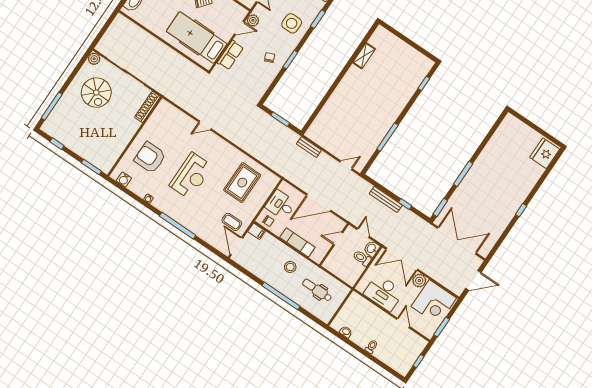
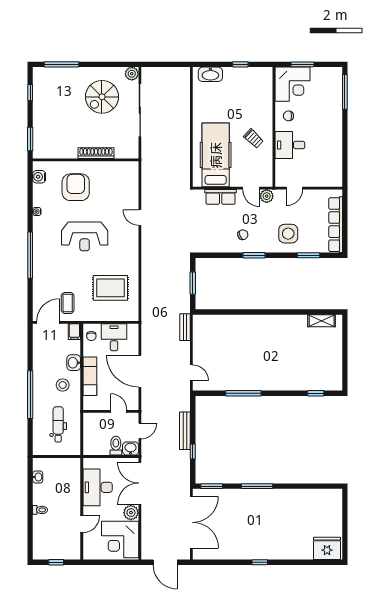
shelving: (364, 56) -> (322, 321), moved
shoe rack: (147, 107) -> (96, 153), moved
washbasin: (279, 247) -> (74, 363), added
window: (442, 327) -> (102, 562), removed

